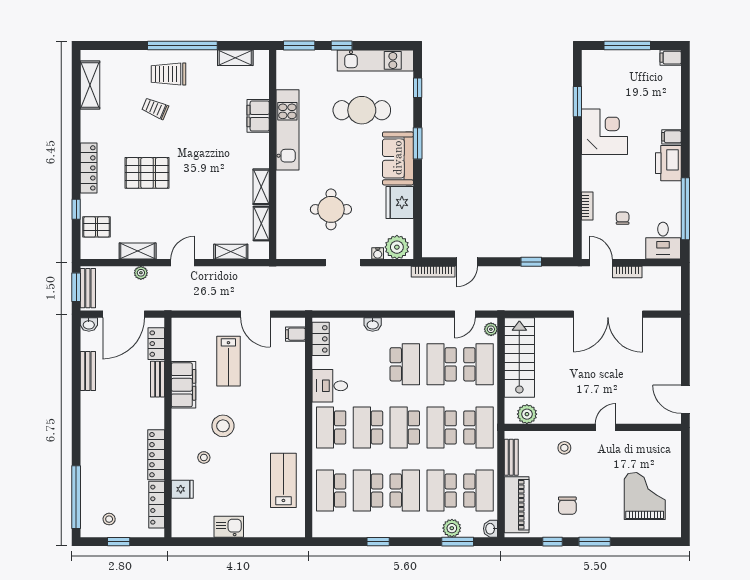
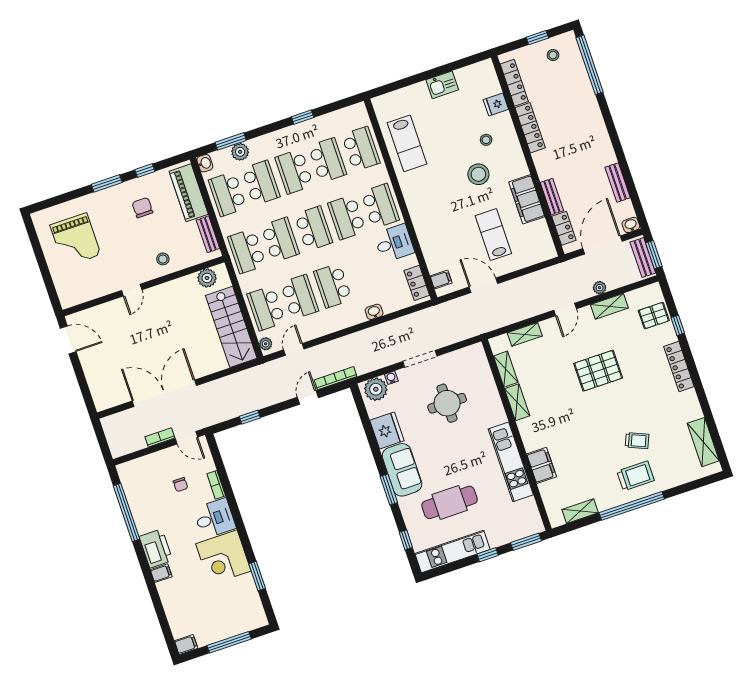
pallet: (147, 173) -> (598, 371), moved
desk: (663, 241) -> (215, 518), moved, turned 90
school desk: (368, 427) -> (347, 217), turned 180

